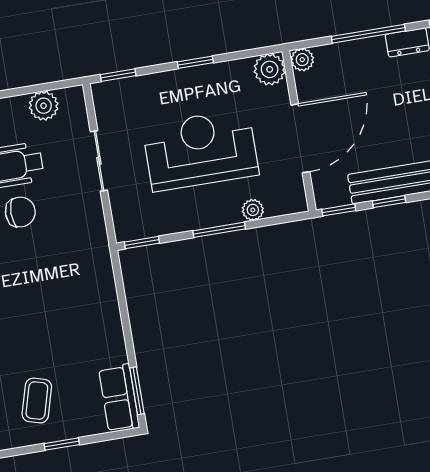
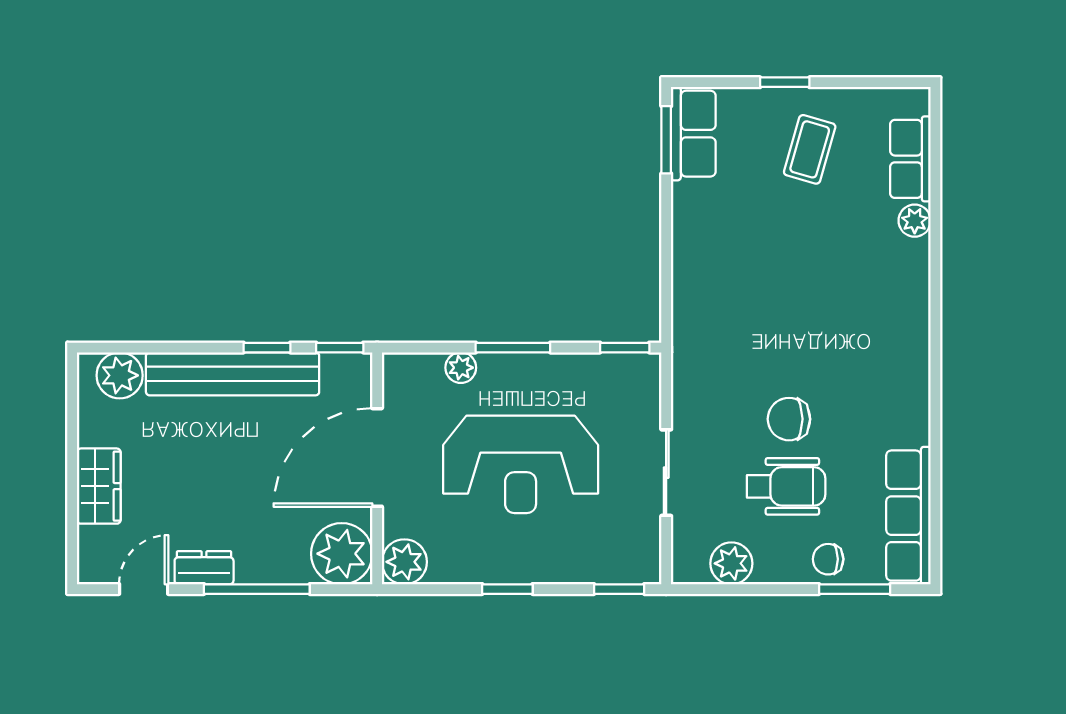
plant: (302, 60) -> (342, 554), width x1.88, depth x1.88

